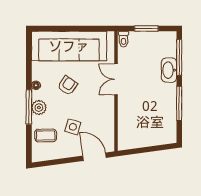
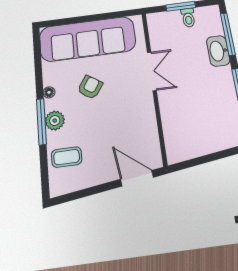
toilet: (123, 39) -> (188, 18), moved
double door: (116, 79) -> (152, 71), swing flipped
side table: (73, 127) -> (103, 140), removed

